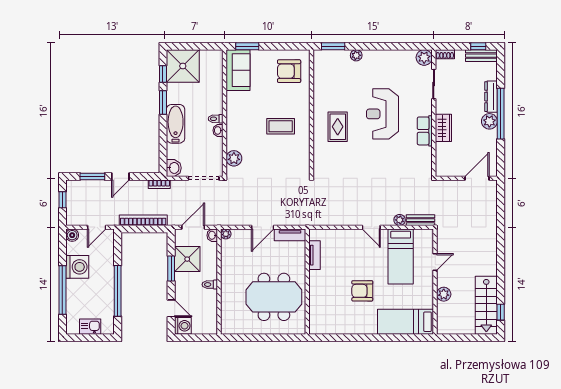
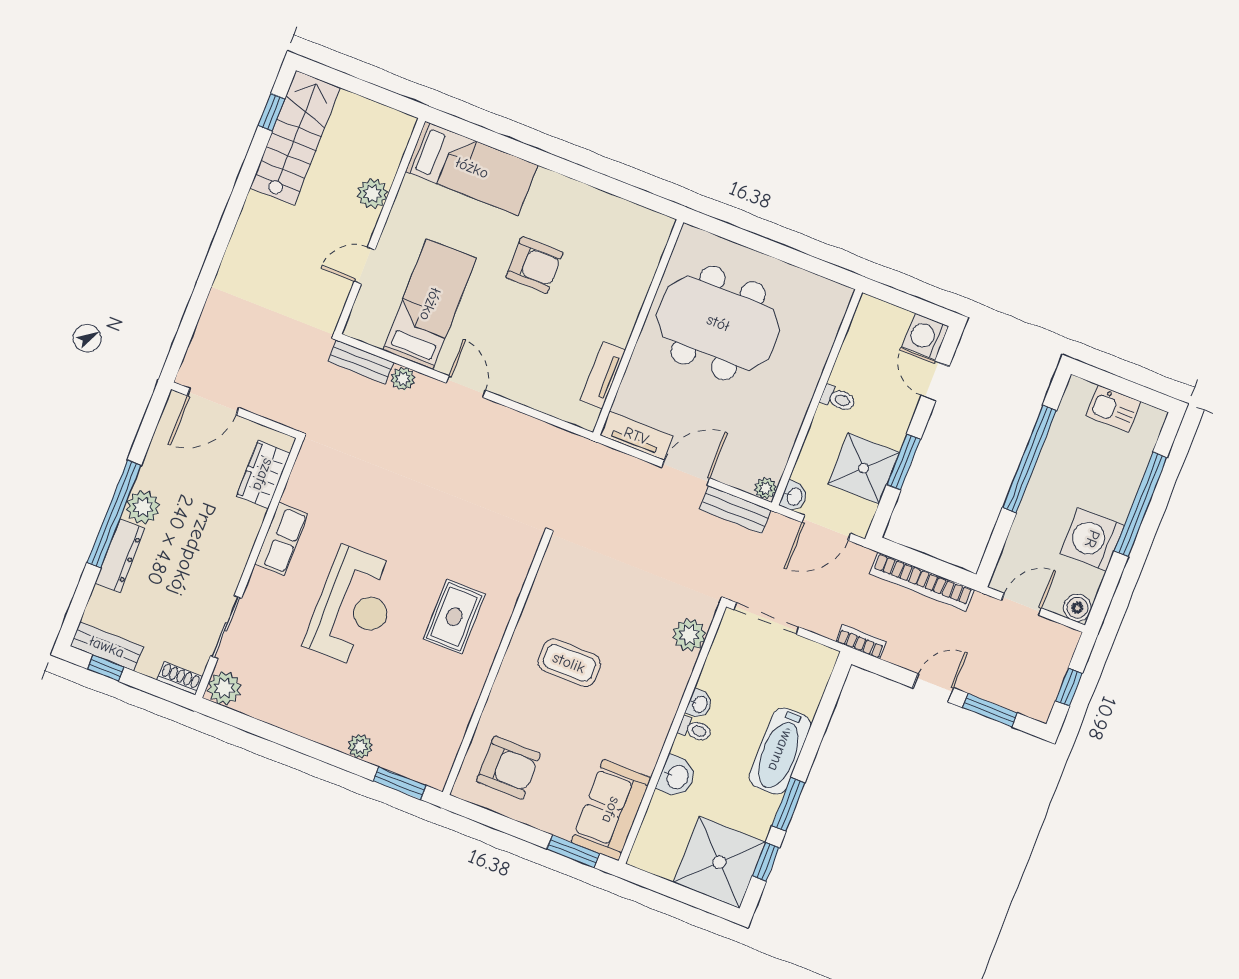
wardrobe: (443, 128) -> (263, 475), moved
washbasin: (174, 168) -> (677, 777), moved, turned 180
bench: (235, 220) -> (735, 510), added

